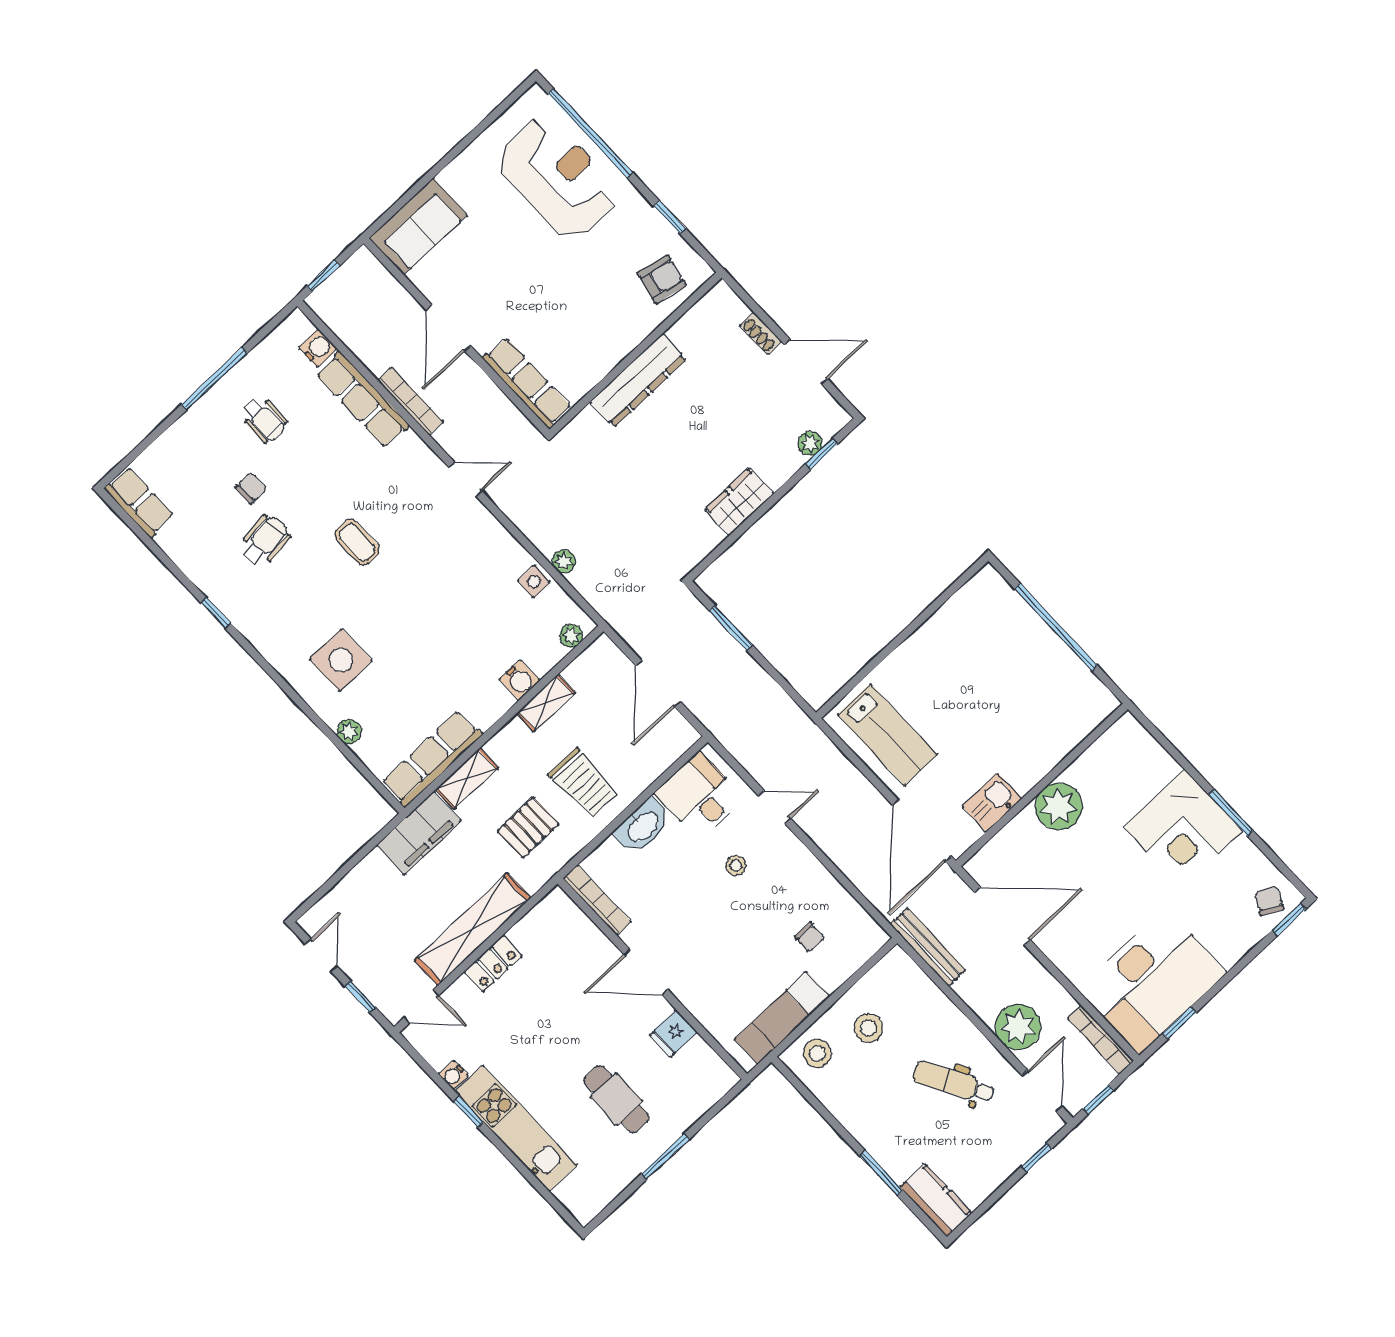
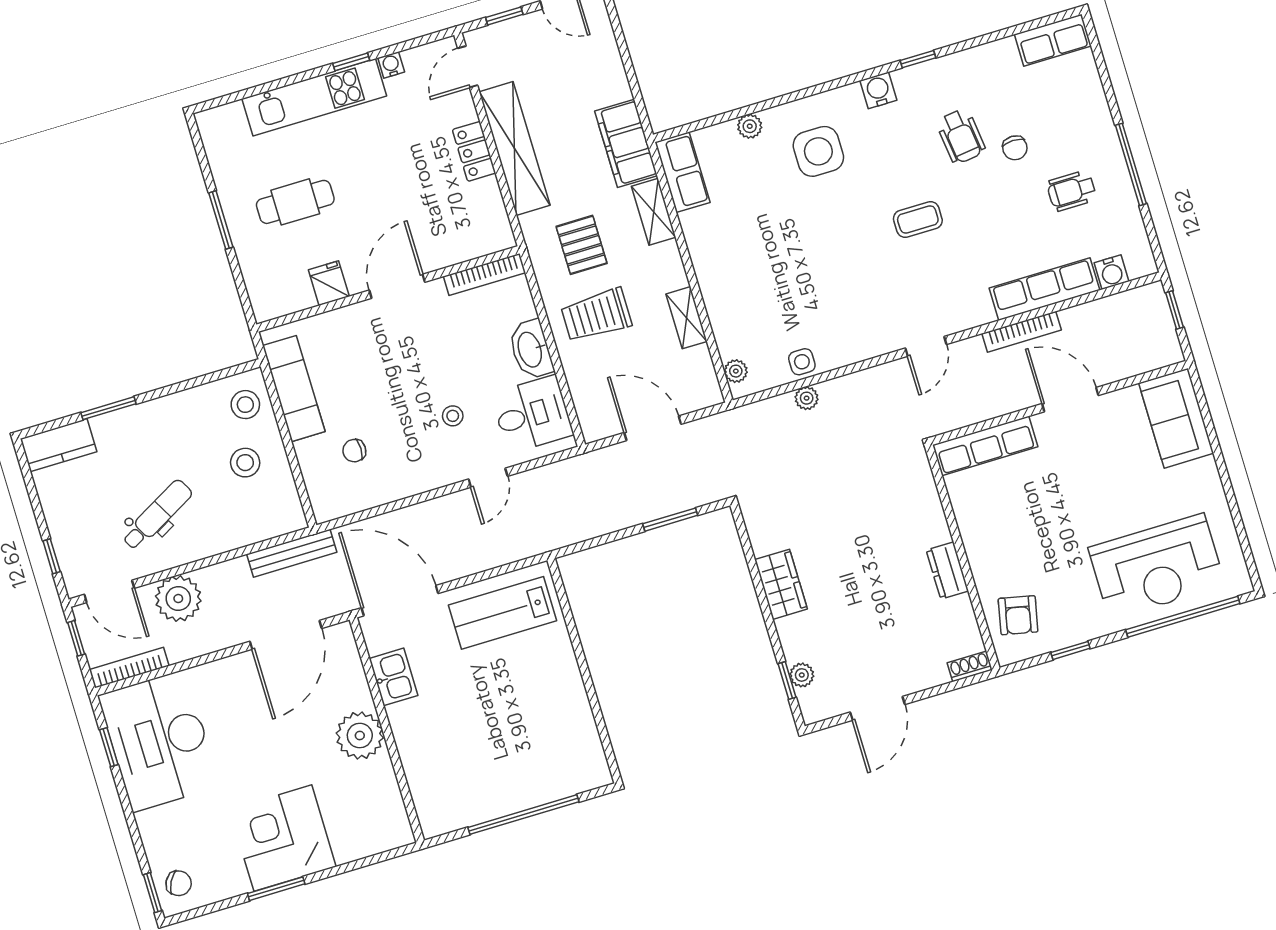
shoe rack: (761, 333) -> (970, 666), moved
dresser: (638, 380) -> (947, 570), width x0.51, depth x0.80
water cooler: (519, 680) -> (878, 90), moved, turned 90
row of seats: (432, 759) -> (683, 172), width x0.68

